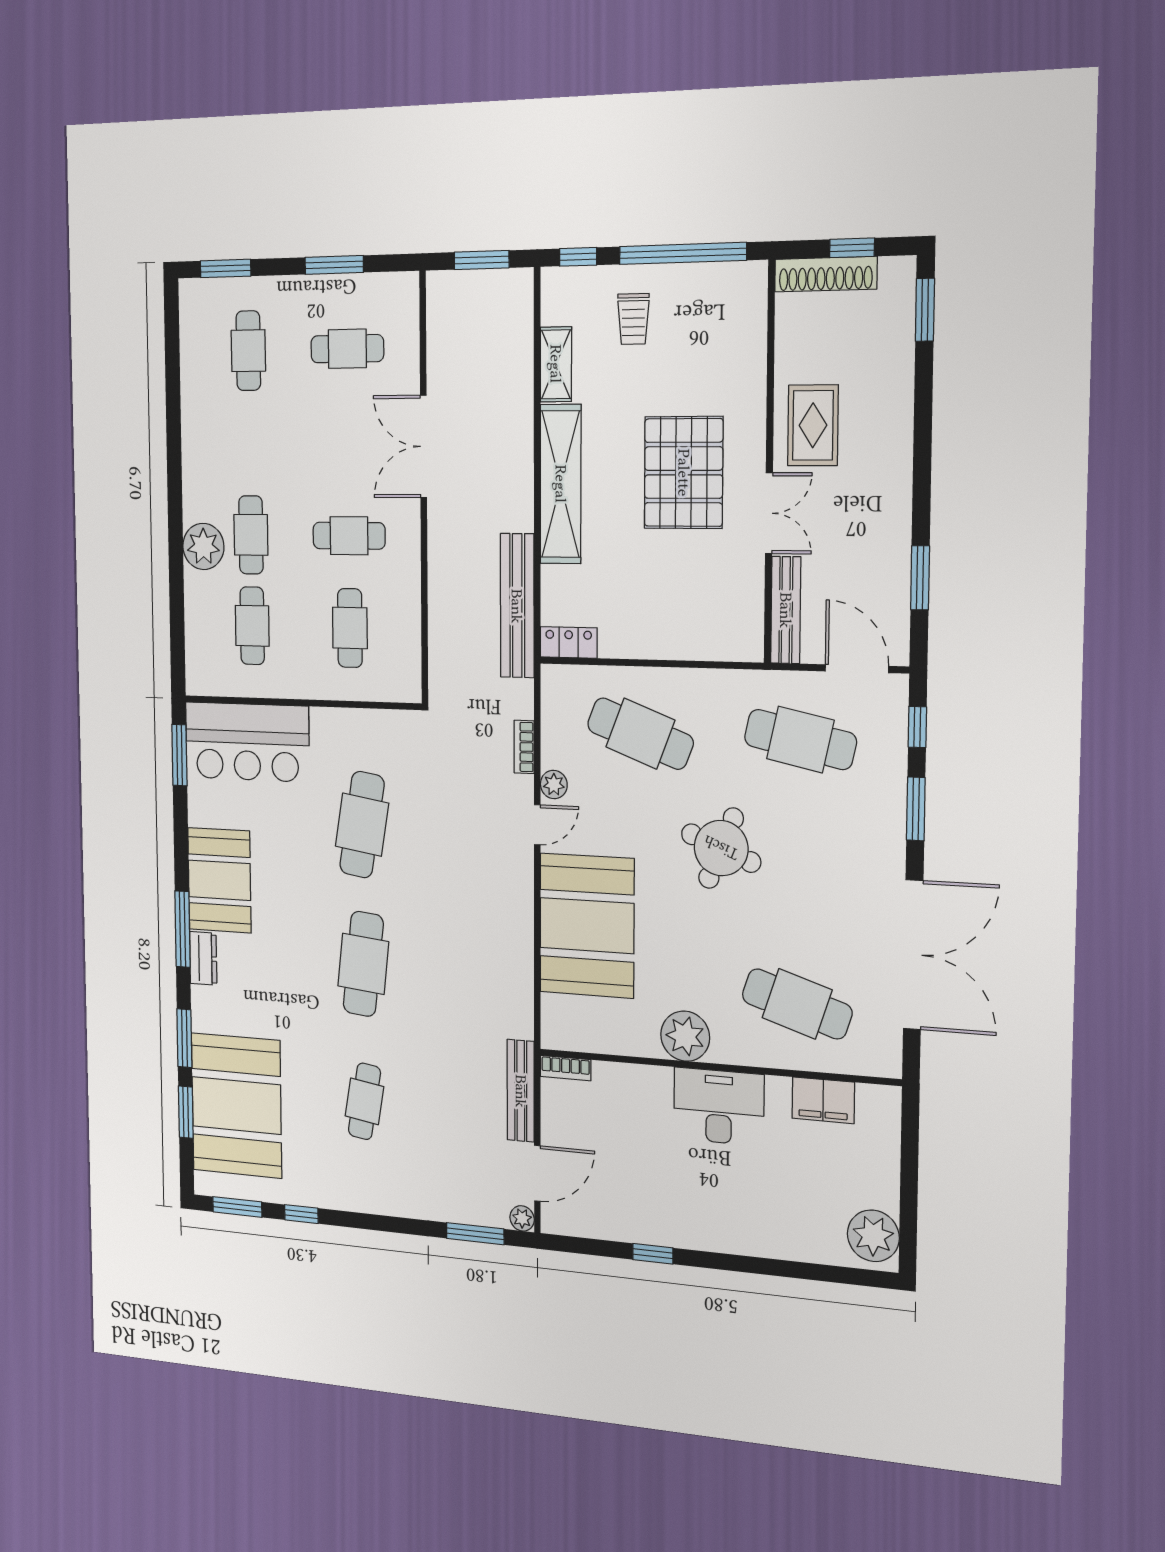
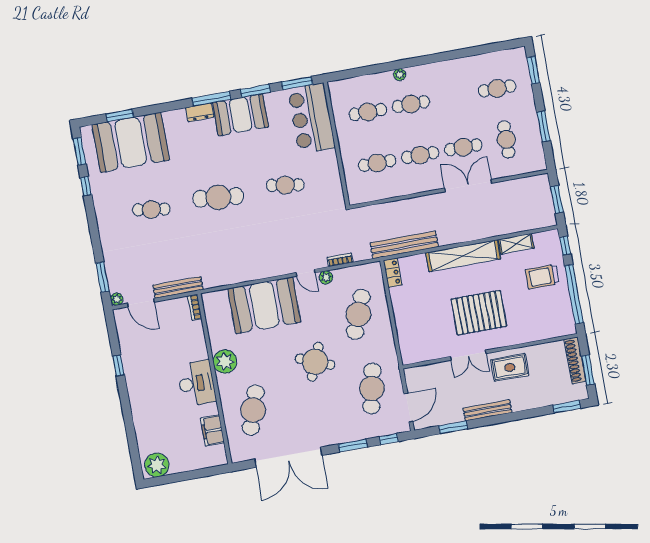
window: (852, 248) -> (588, 370), width x1.50
trolley: (633, 319) -> (542, 277), width x1.36, depth x1.39
cafe table: (348, 443) -> (463, 147), added
cafe table: (349, 536) -> (420, 155), turned 90
plant: (203, 546) -> (400, 75), width x0.53, depth x0.53
bench: (786, 610) -> (487, 410), moved
cafe table: (362, 825) -> (285, 185), width x0.73, depth x0.74
window: (184, 1038) -> (255, 91), moved

